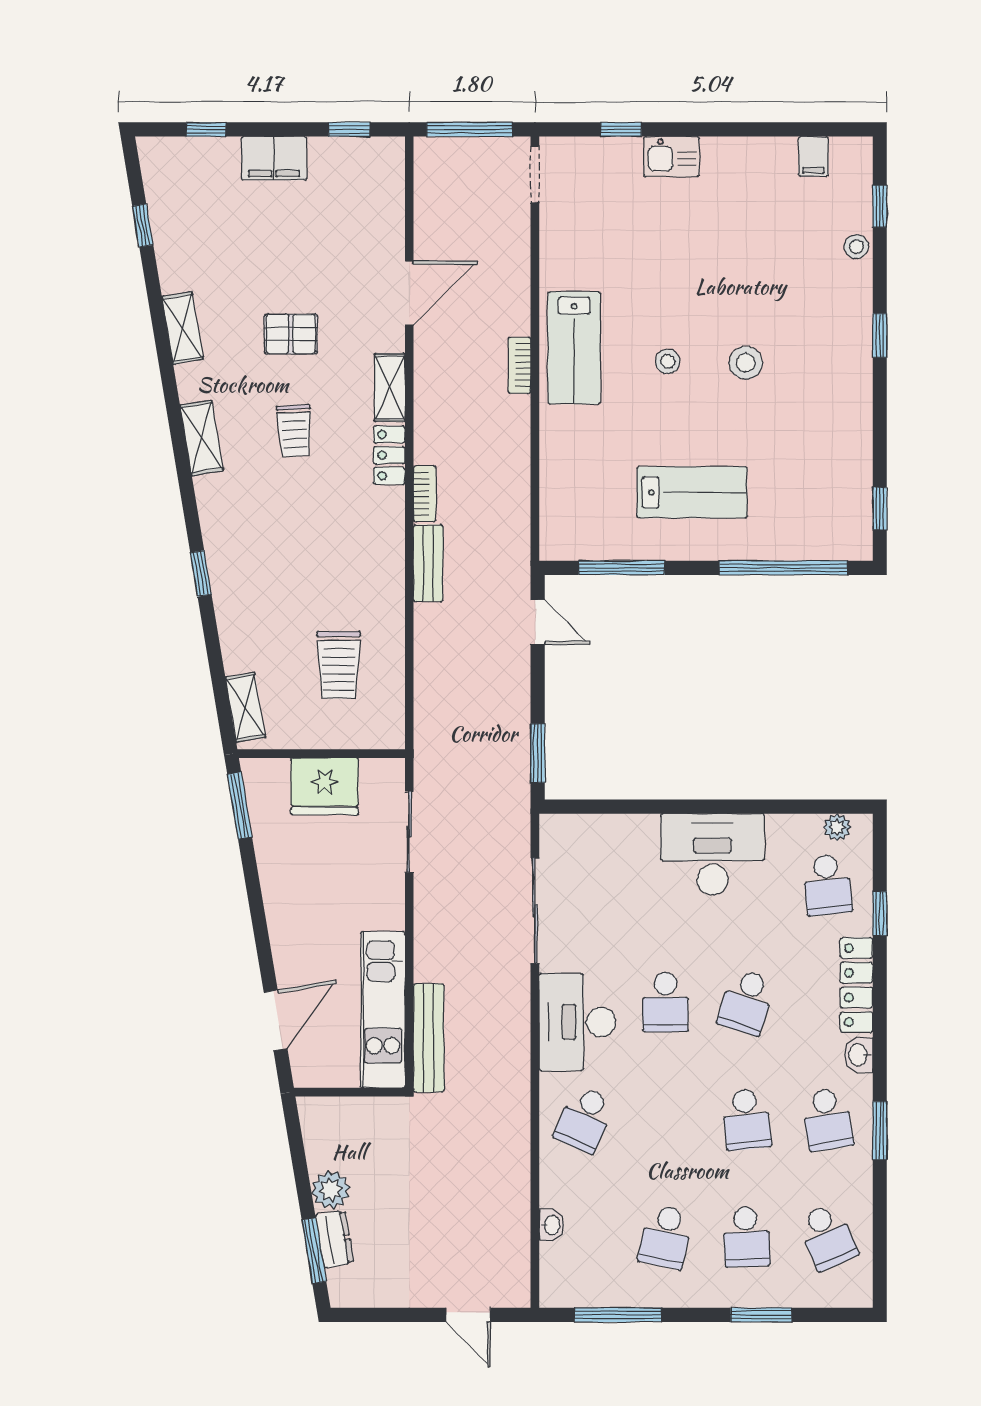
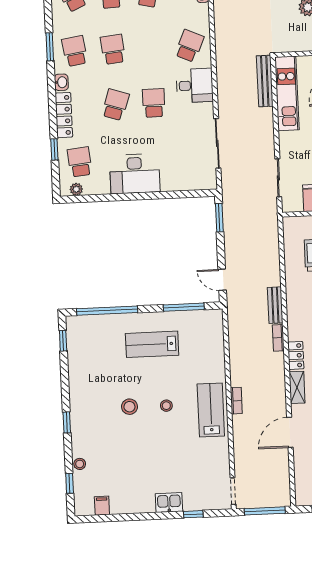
desk: (577, 1022) -> (195, 85), width x0.73

